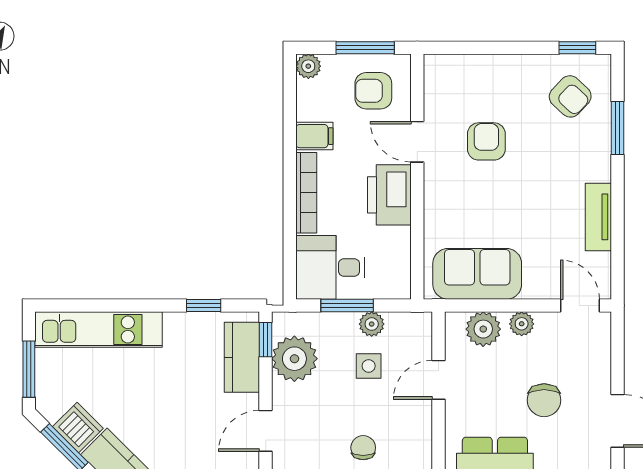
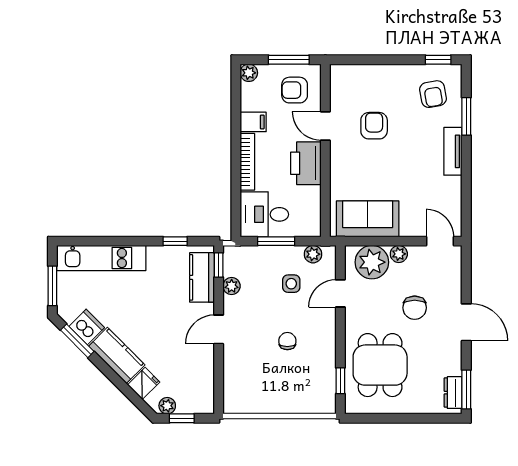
armchair: (570, 96) -> (433, 94), turned 37
tv unit: (598, 217) -> (453, 151), moved
plant: (372, 324) -> (313, 254), moved
plant: (483, 329) -> (372, 262), width x1.36, depth x1.36
plant: (294, 359) -> (232, 286), width x0.53, depth x0.53

